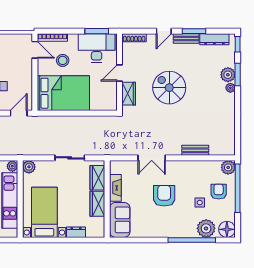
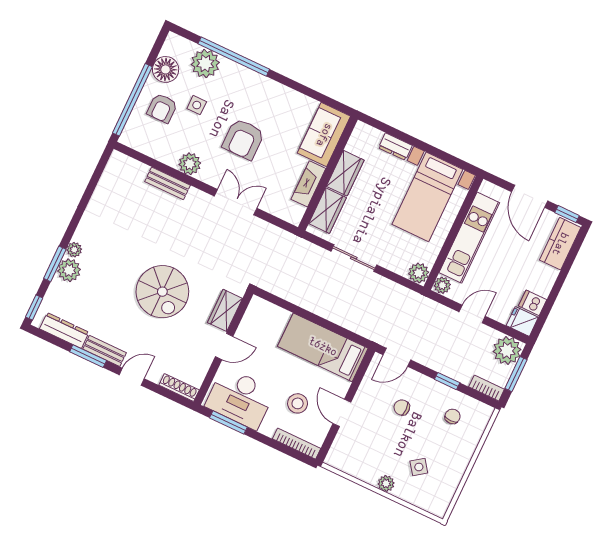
door: (35, 50) -> (342, 413), moved
bed: (63, 93) -> (323, 347), width x0.67
plant: (228, 167) -> (190, 164), moved
floor lamp: (227, 229) -> (166, 69), moved

